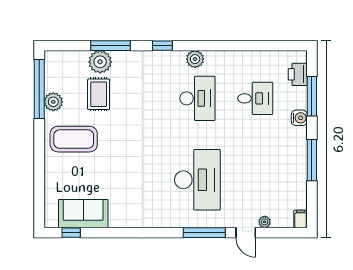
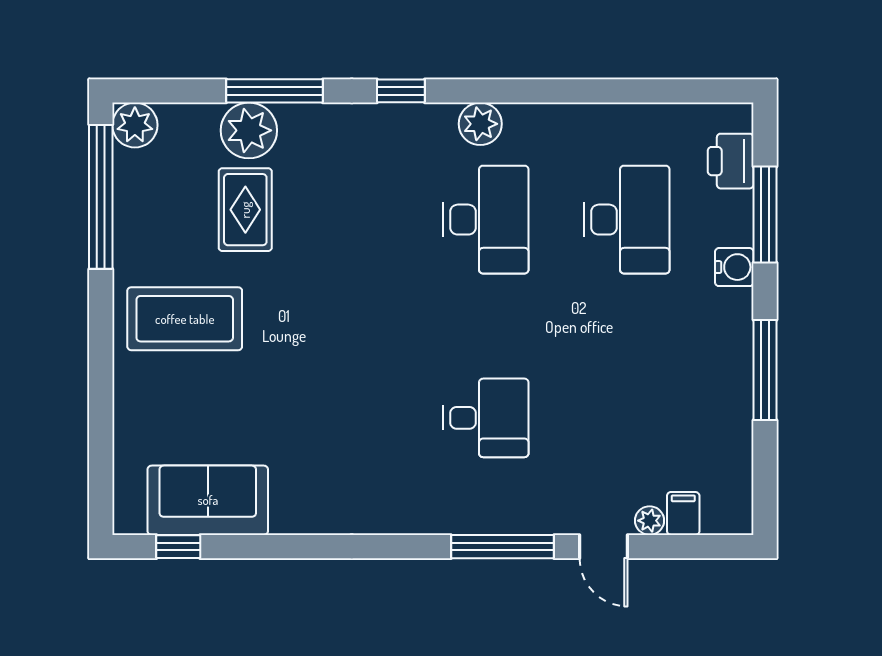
desk: (255, 98) -> (627, 220), width x1.37
plant: (53, 102) -> (135, 125), moved
desk: (197, 180) -> (486, 418), width x0.53, depth x0.77
filing cabinet: (301, 219) -> (683, 513), moved

